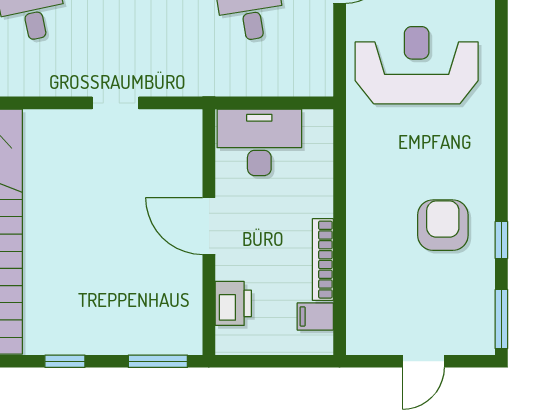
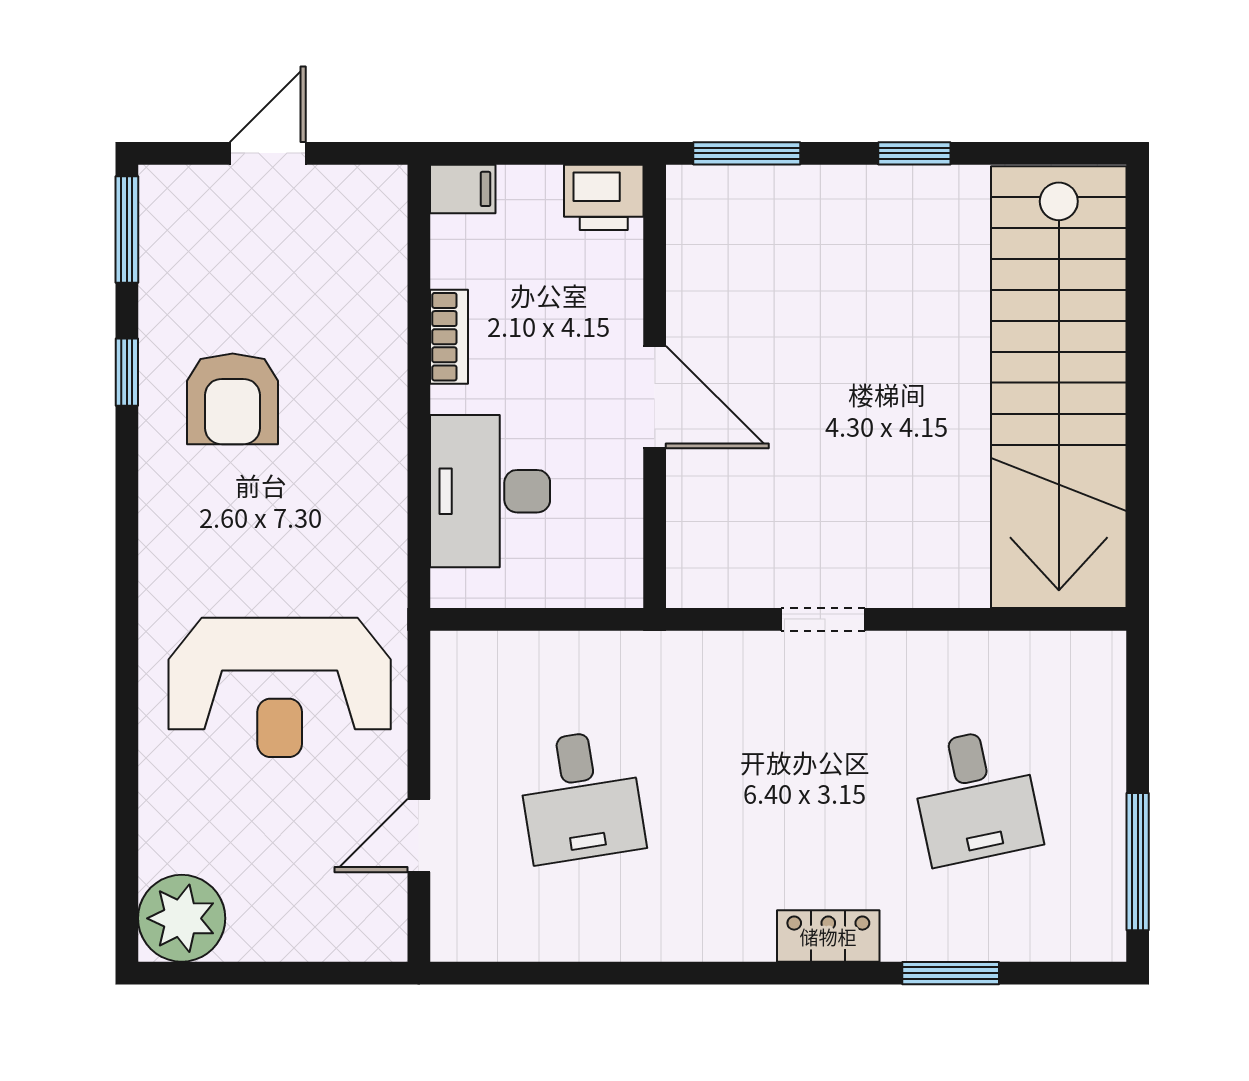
desk: (259, 142) -> (490, 491), moved, turned 90
bookcase: (323, 260) -> (449, 337), width x0.64
printer: (233, 303) -> (604, 197), moved, turned -90
filing cabinet: (315, 316) -> (463, 189), moved

